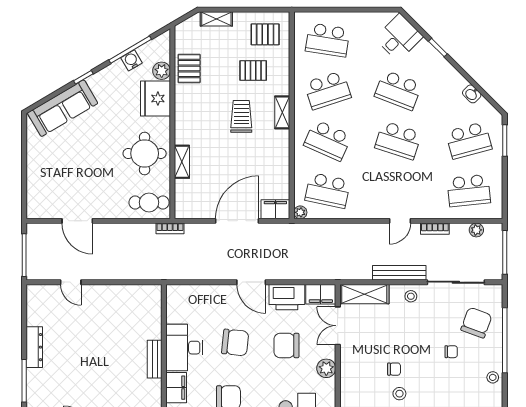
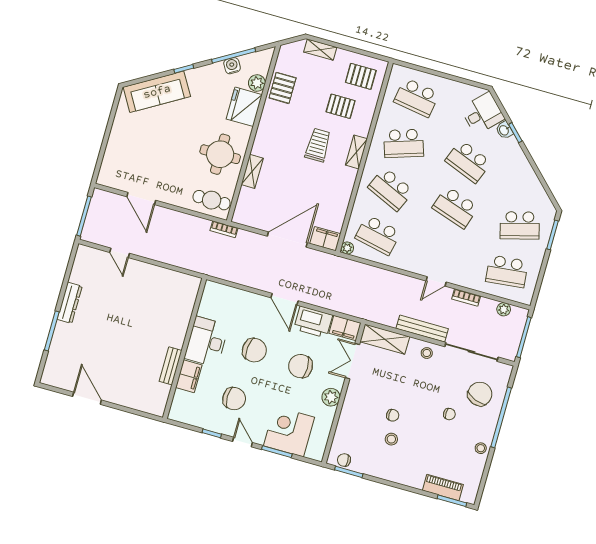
washbasin: (472, 94) -> (504, 130), moved
bench: (155, 359) -> (171, 366), moved

